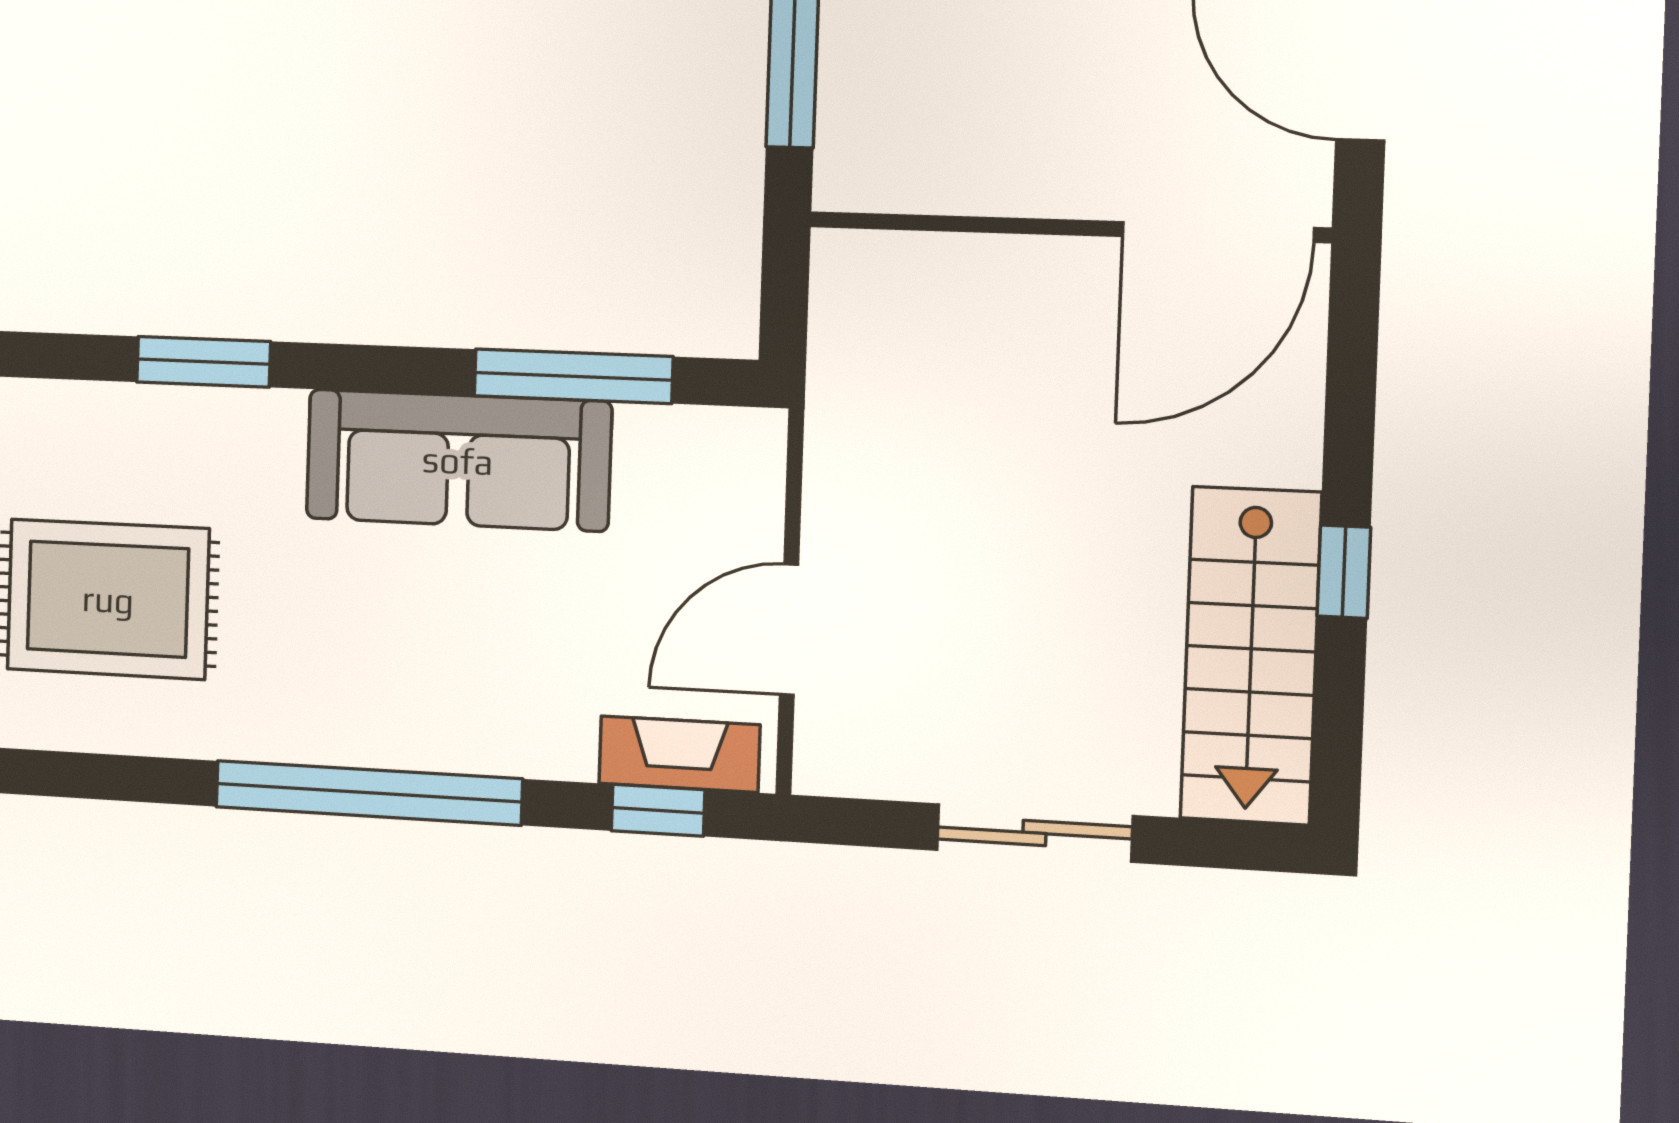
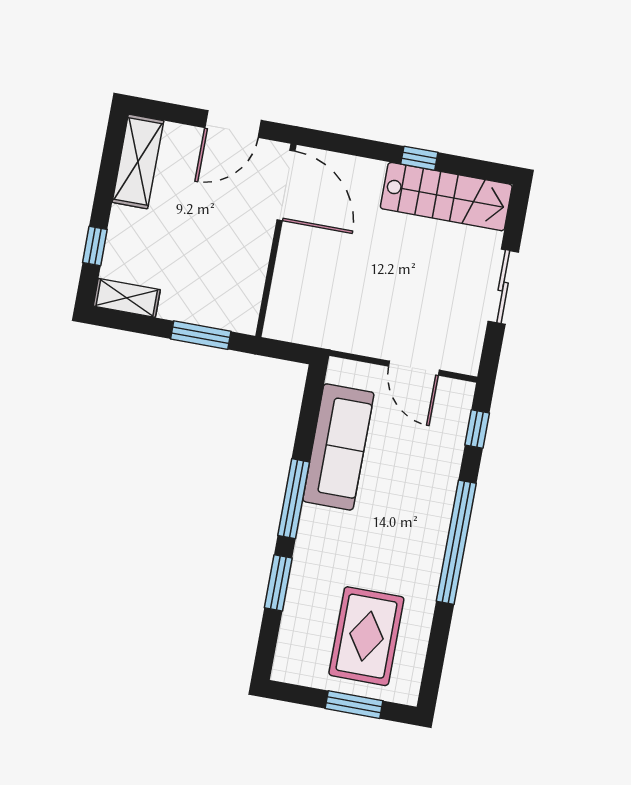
window: (573, 376) -> (294, 499), moved
sofa: (458, 460) -> (338, 447), moved
fireplace: (679, 754) -> (456, 418), removed

